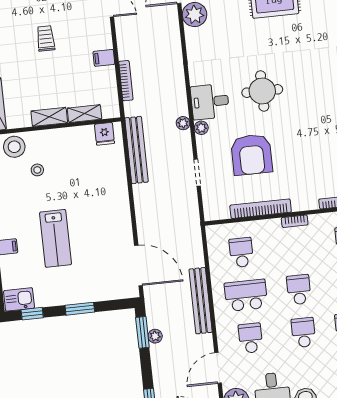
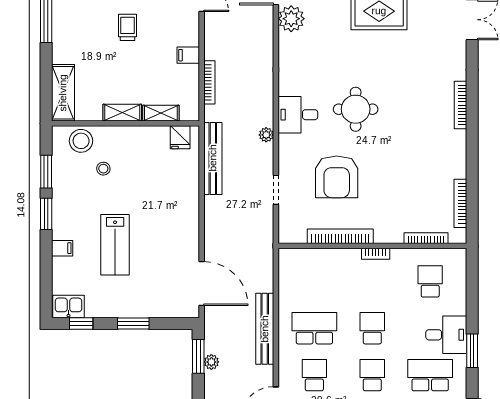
plant: (201, 128) -> (285, 142), removed
school desk: (241, 252) -> (314, 281), removed

